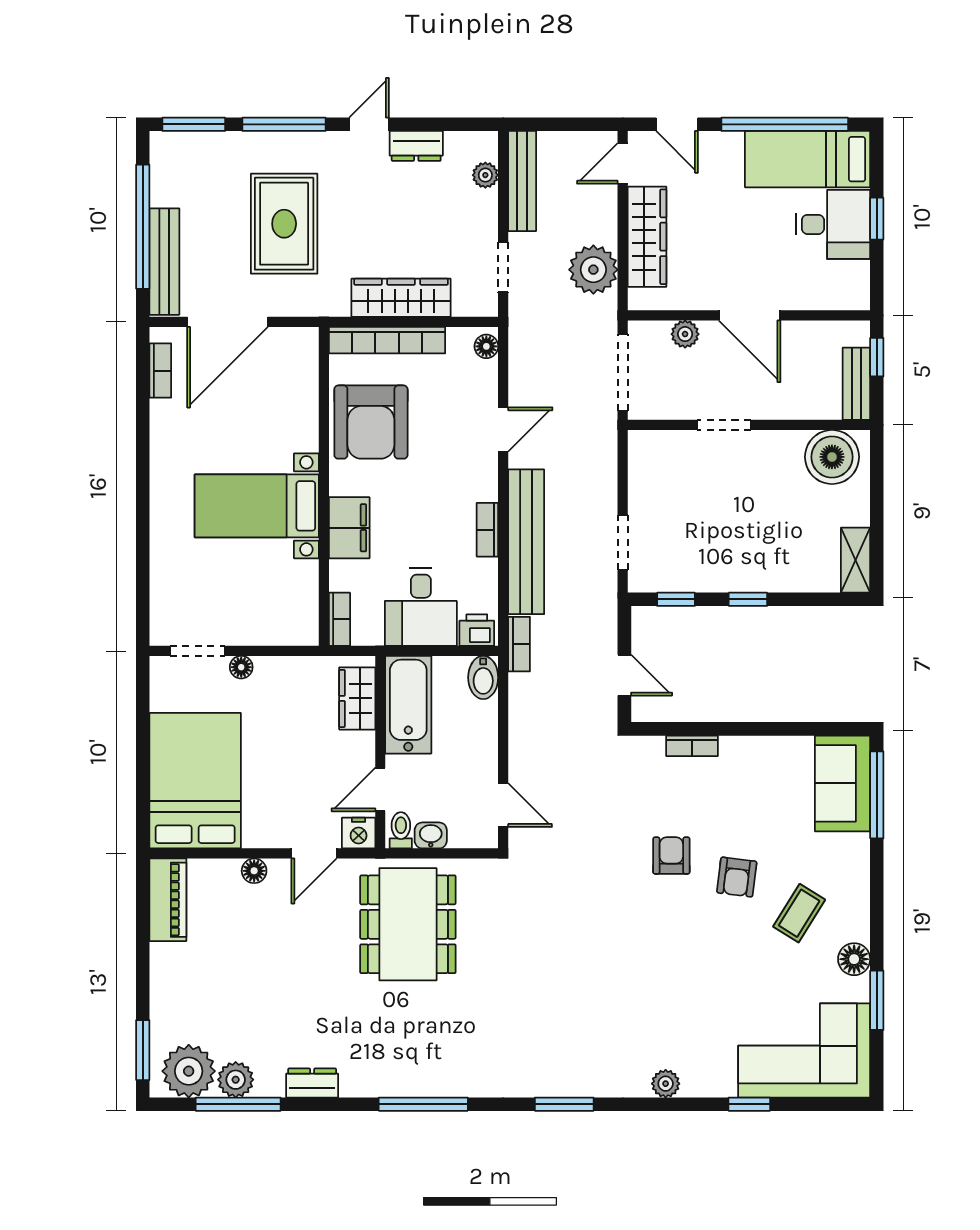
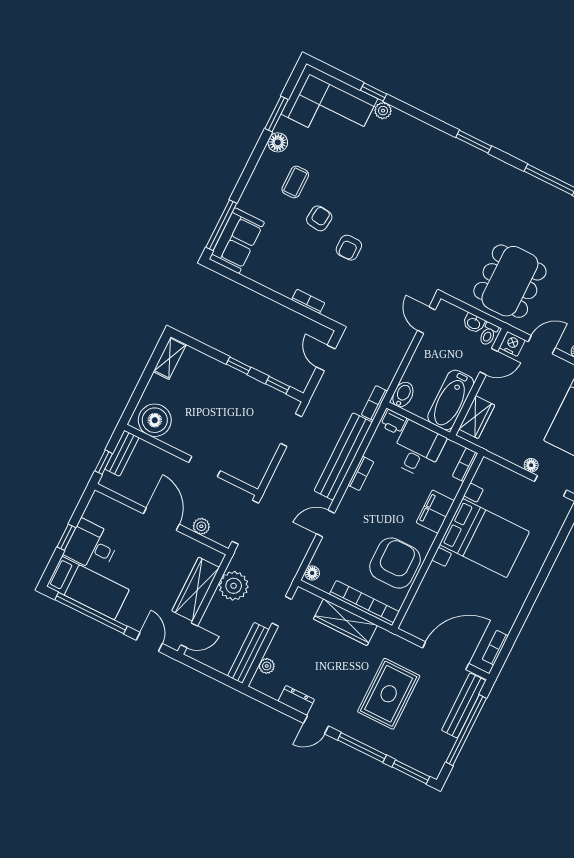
bed with nightstands: (257, 506) -> (484, 538), width x1.36
coffee table: (799, 913) -> (295, 182), turned -32
plant: (666, 1084) -> (383, 111), moved

